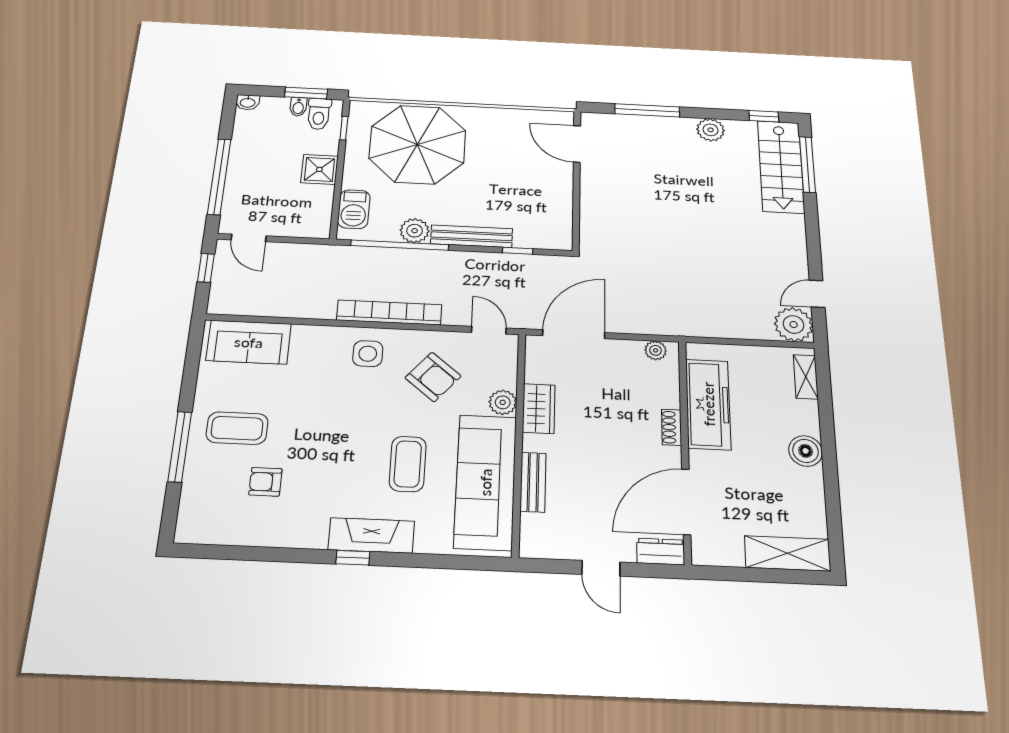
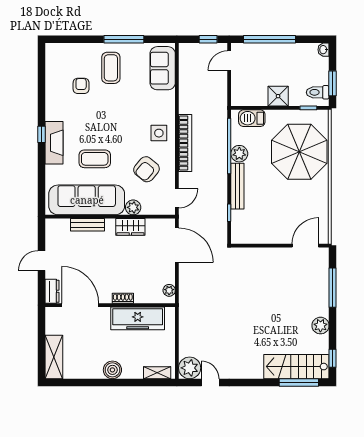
bidet: (298, 107) -> (322, 80), removed
window: (180, 447) -> (124, 39), moved

